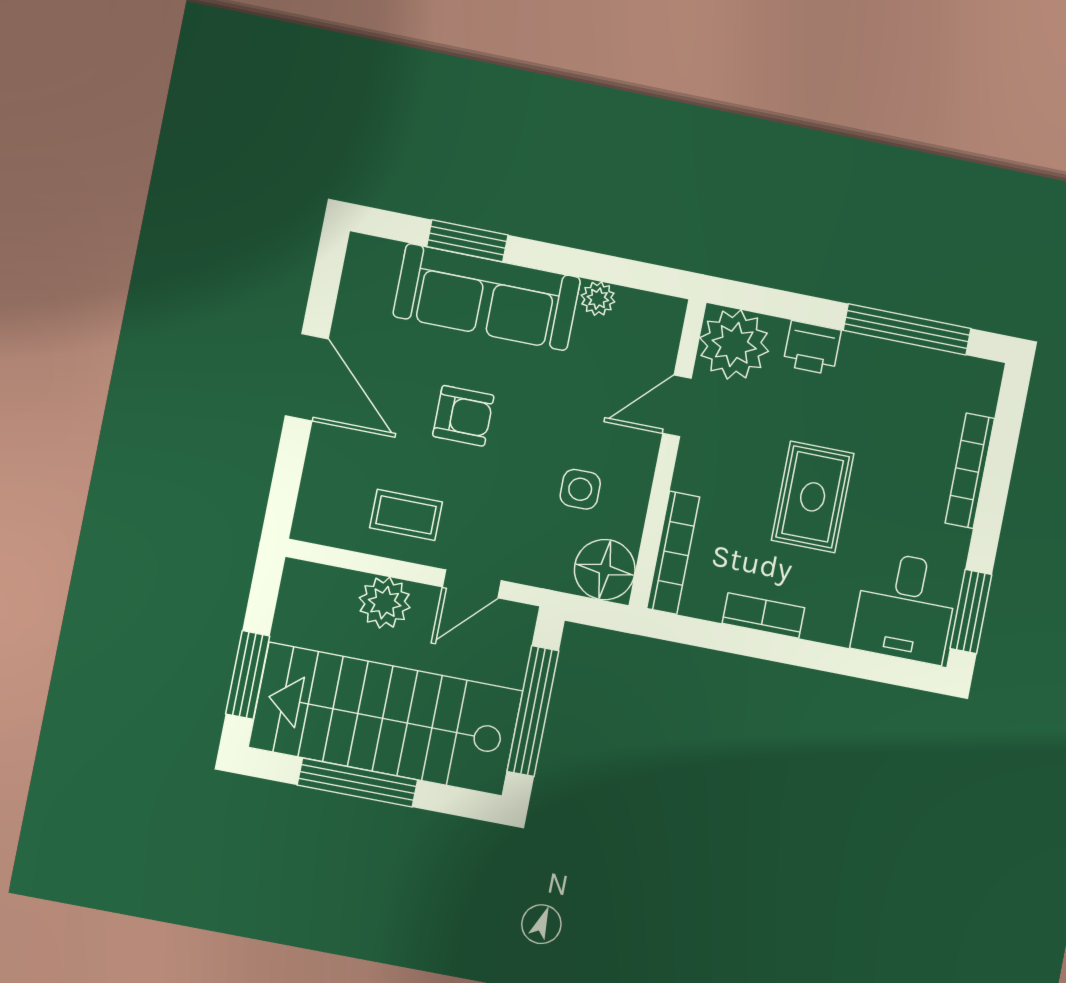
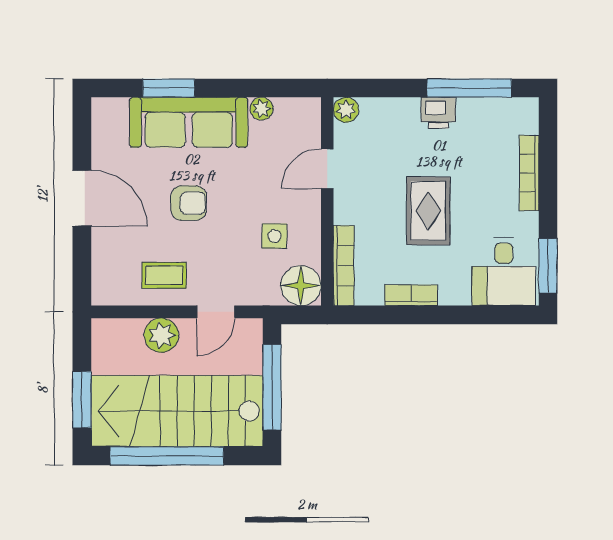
plant: (734, 344) -> (346, 110), width x0.53, depth x0.53
printer: (812, 348) -> (438, 113), moved
window: (357, 783) -> (167, 456), width x1.46

